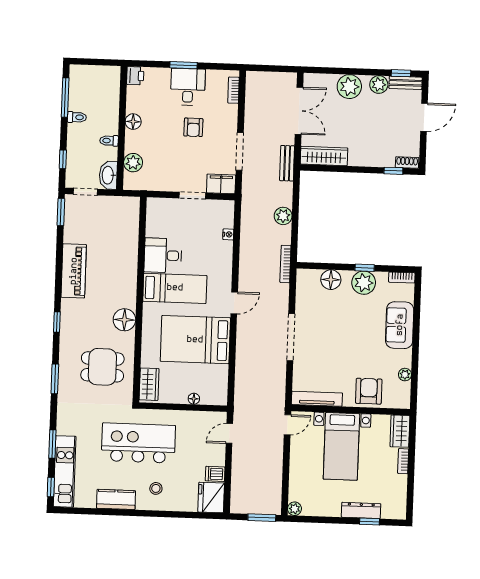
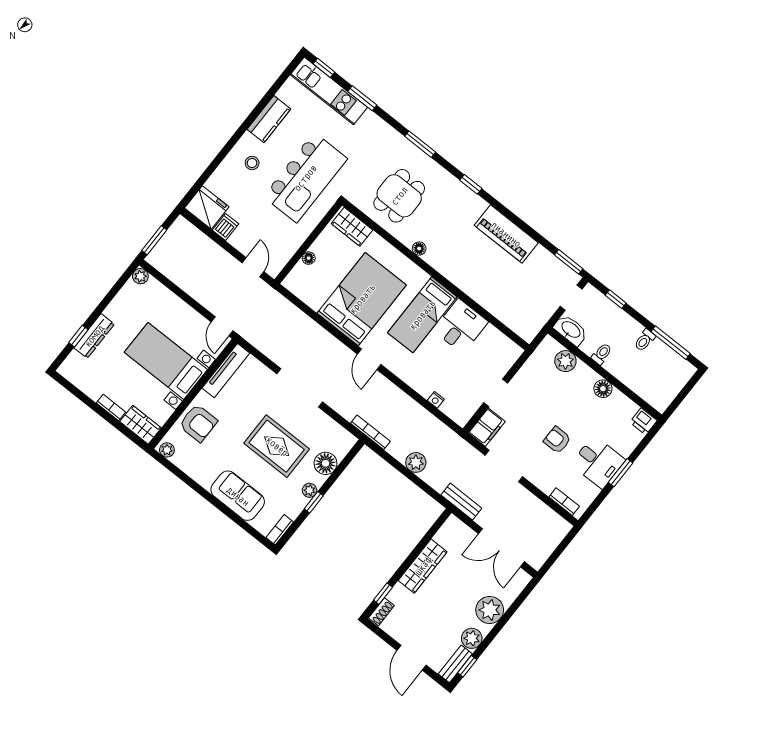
wardrobe: (324, 156) -> (423, 566), moved
plant: (364, 283) -> (309, 490), width x0.53, depth x0.53
floor lamp: (124, 320) -> (419, 249), width x0.53, depth x0.53
rug: (344, 323) -> (277, 446), added
plant: (405, 375) -> (167, 450), moved

